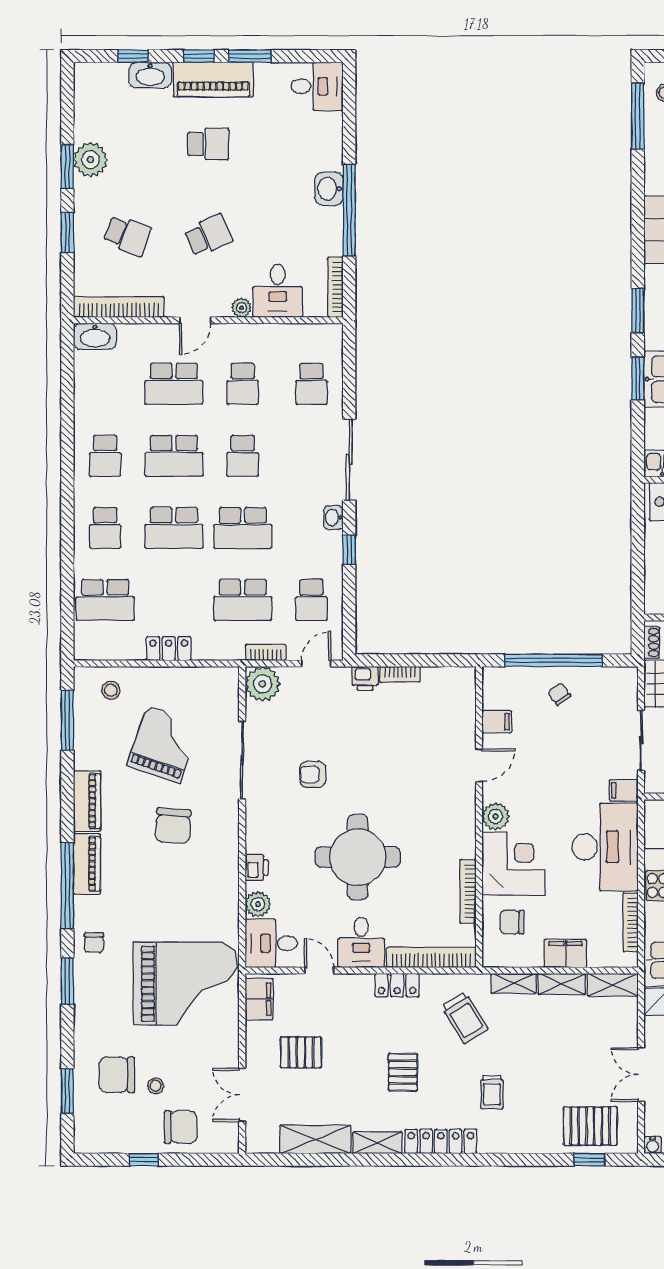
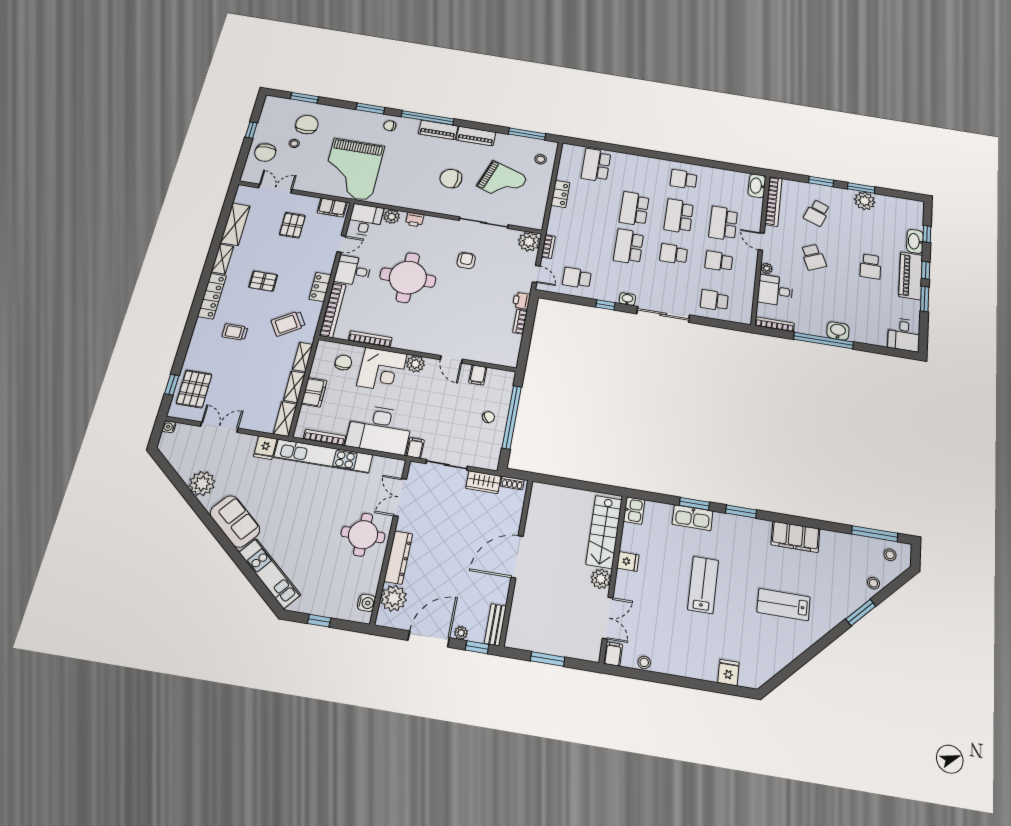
school desk: (105, 528) -> (640, 172), removed
school desk: (243, 600) -> (583, 239), removed

